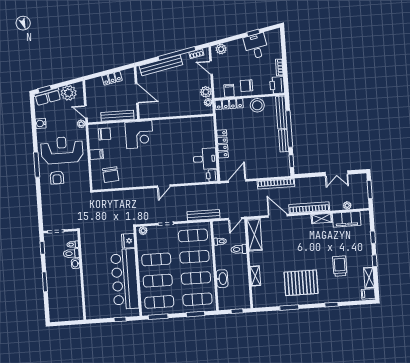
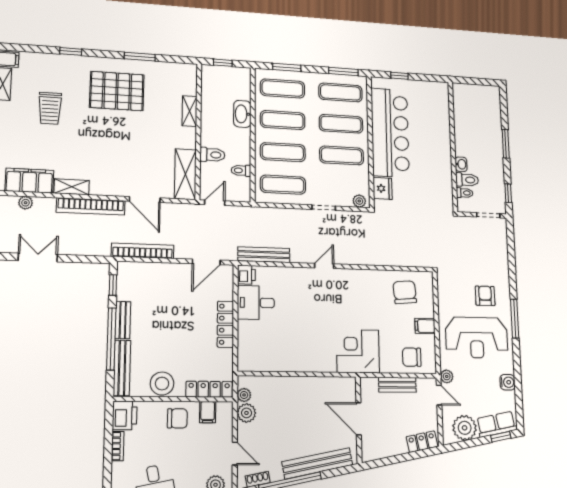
locker: (112, 78) -> (422, 442), moved
bench: (117, 116) -> (397, 385), width x0.73
bench: (203, 215) -> (264, 255), moved

